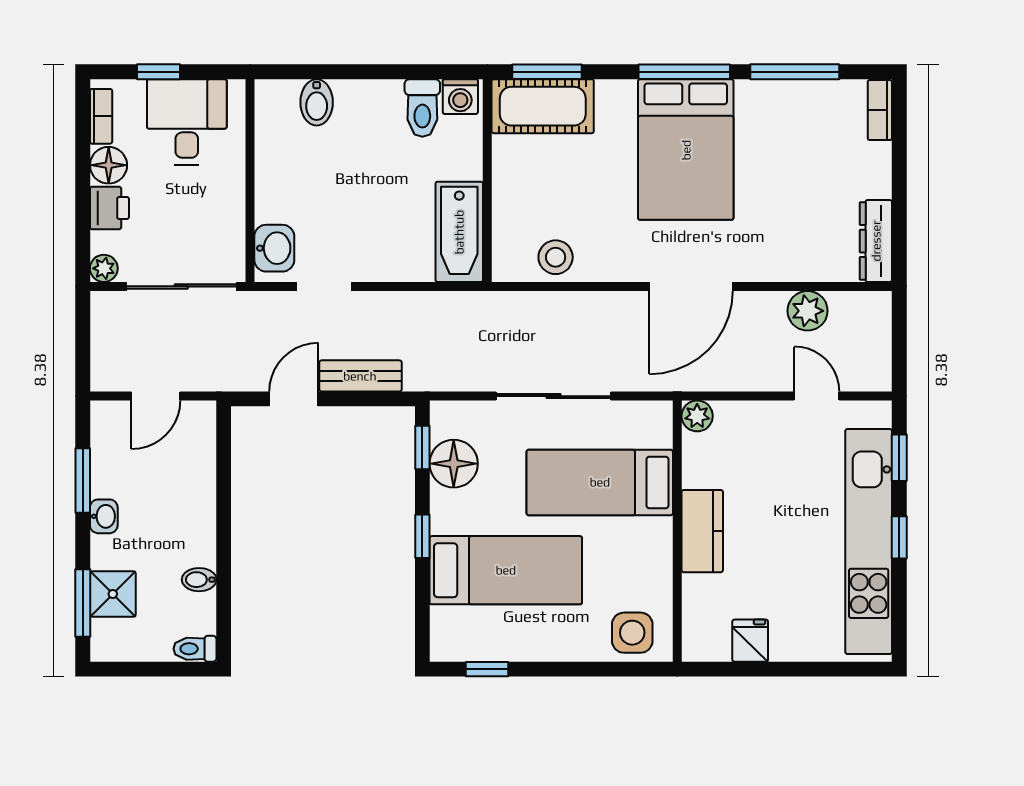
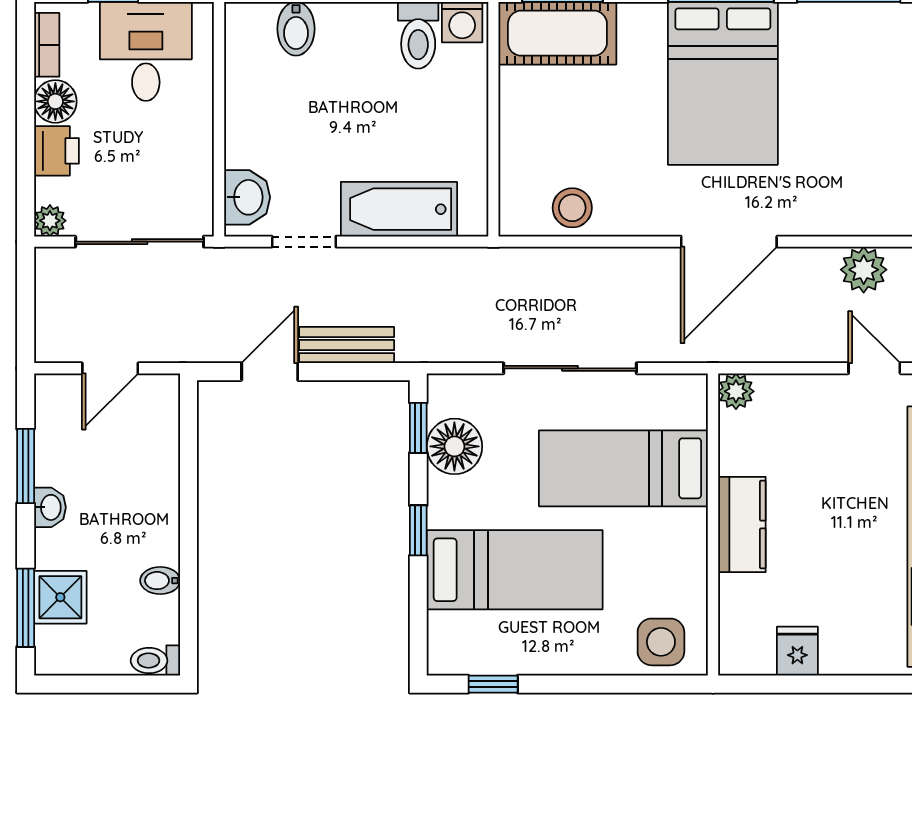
bathtub: (459, 232) -> (399, 209), moved, turned 90

